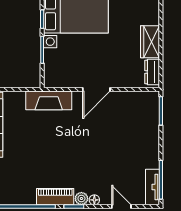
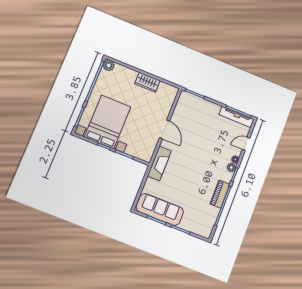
dresser: (152, 72) -> (167, 89), removed
tv unit: (152, 187) -> (237, 117), width x1.41
piano: (55, 197) -> (220, 194), moved

